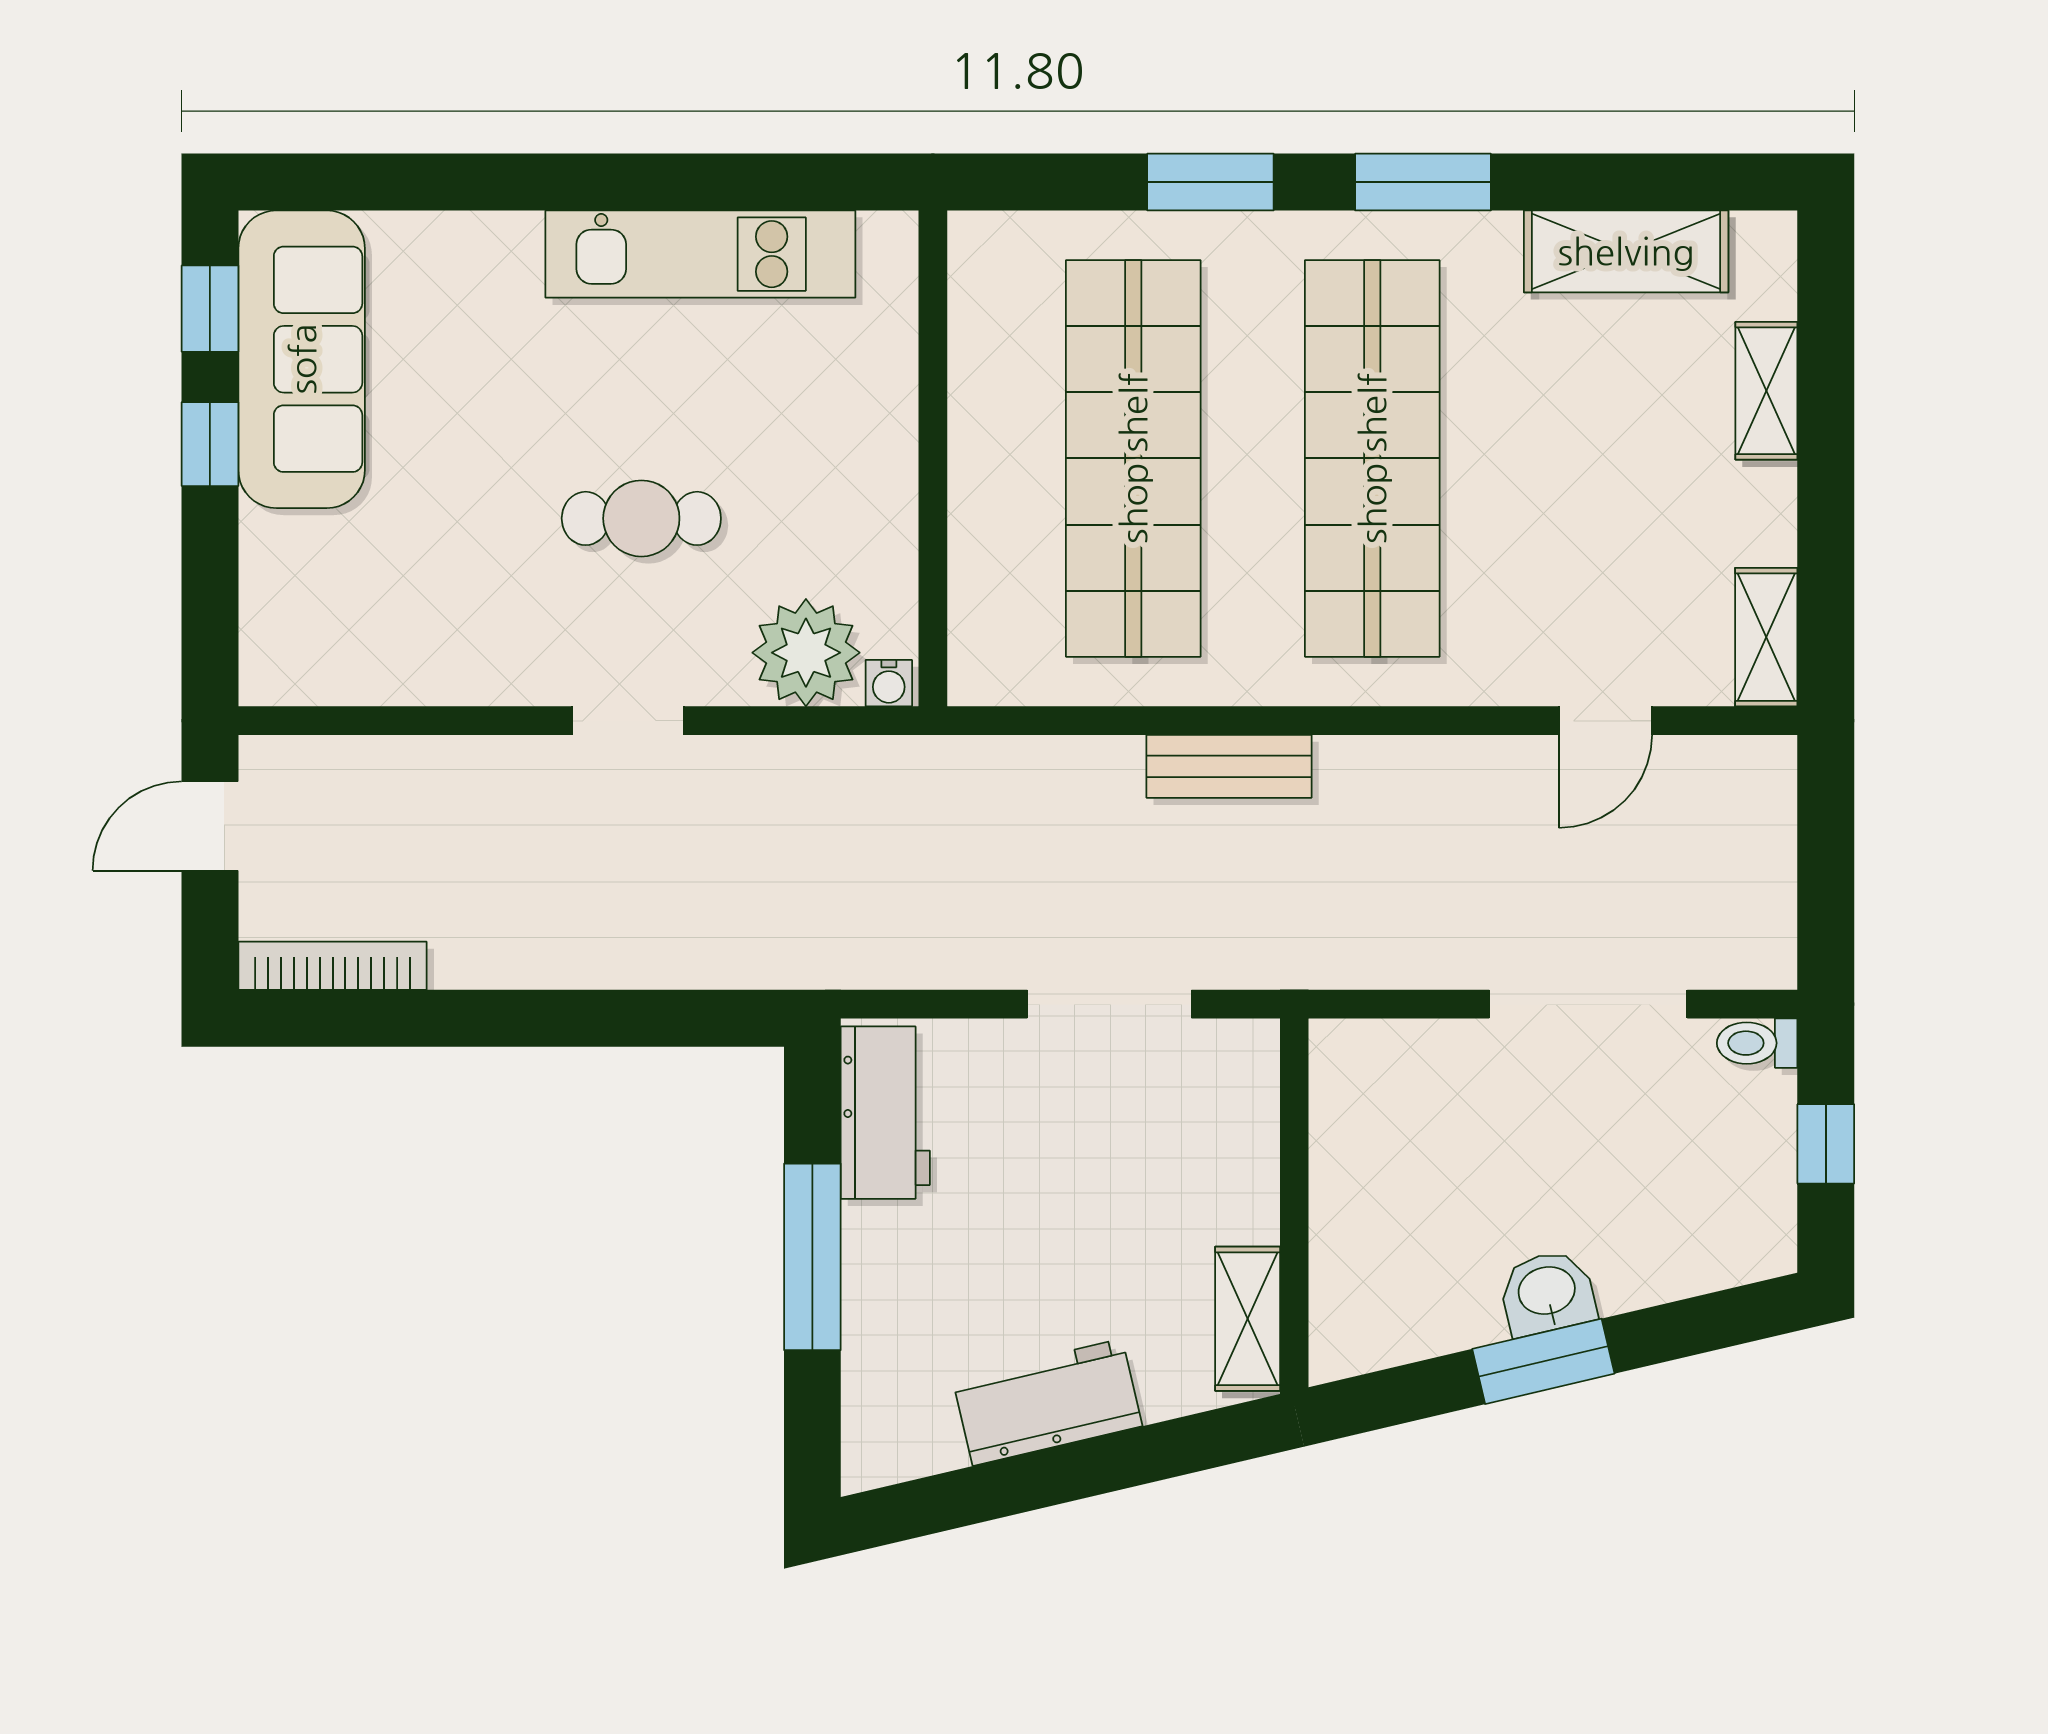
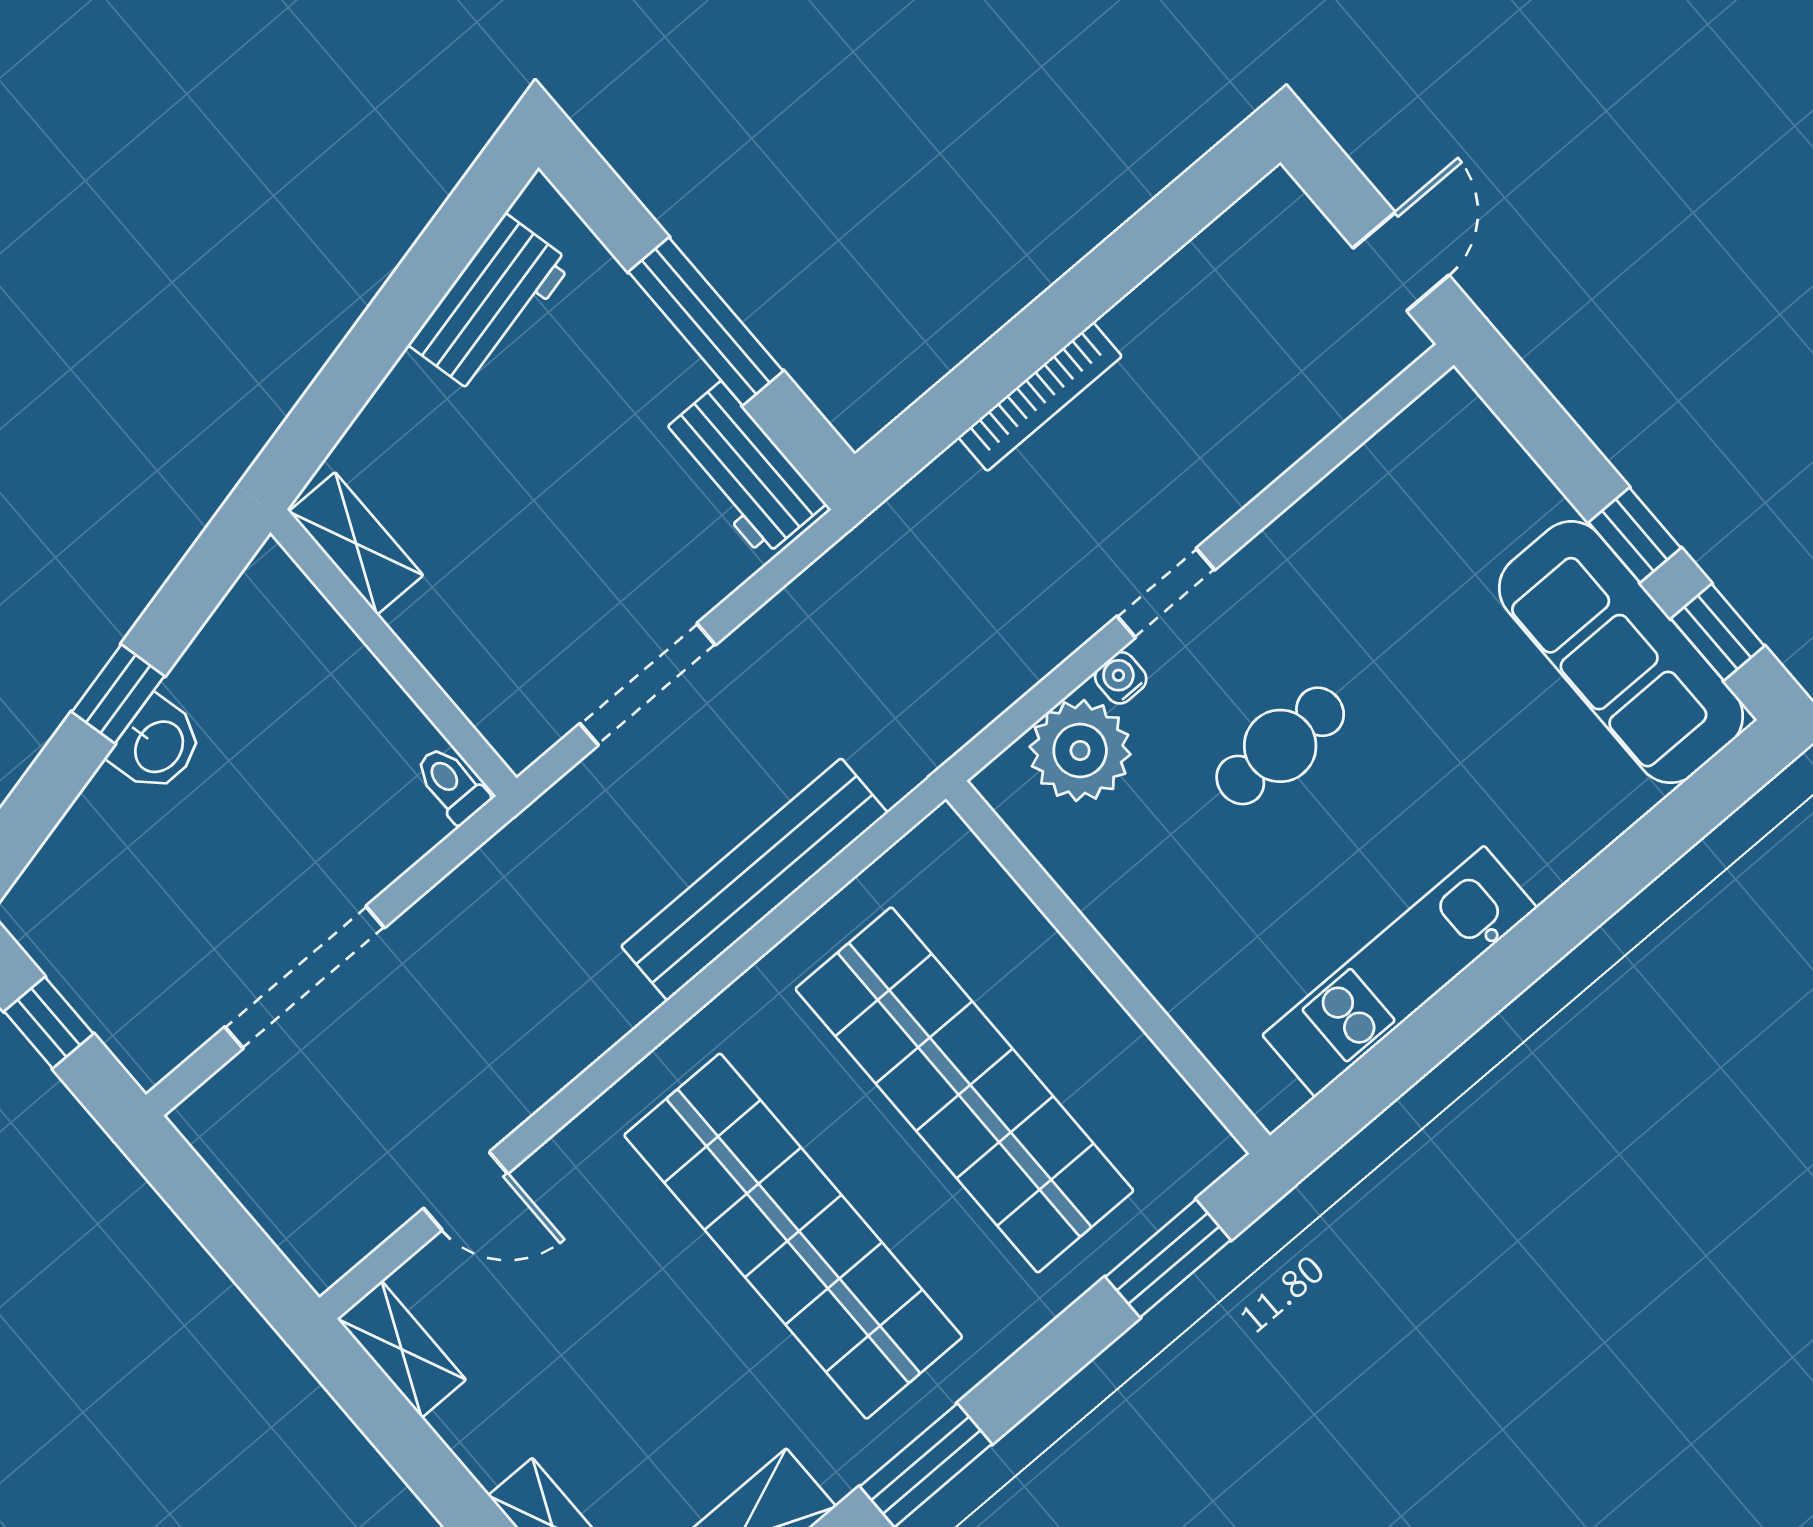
window: (1210, 182) -> (1168, 1258), moved
water cooler: (889, 683) -> (1121, 678), moved
door: (1606, 721) -> (466, 1191), swing flipped
bench: (1229, 766) -> (754, 879), width x1.86, depth x1.21
bookcase: (333, 966) -> (1040, 397), moved
toilet: (1757, 1043) -> (451, 784), moved, turned -90
window: (1543, 1361) -> (118, 694), width x0.67
workbench: (1047, 1402) -> (491, 304), moved

